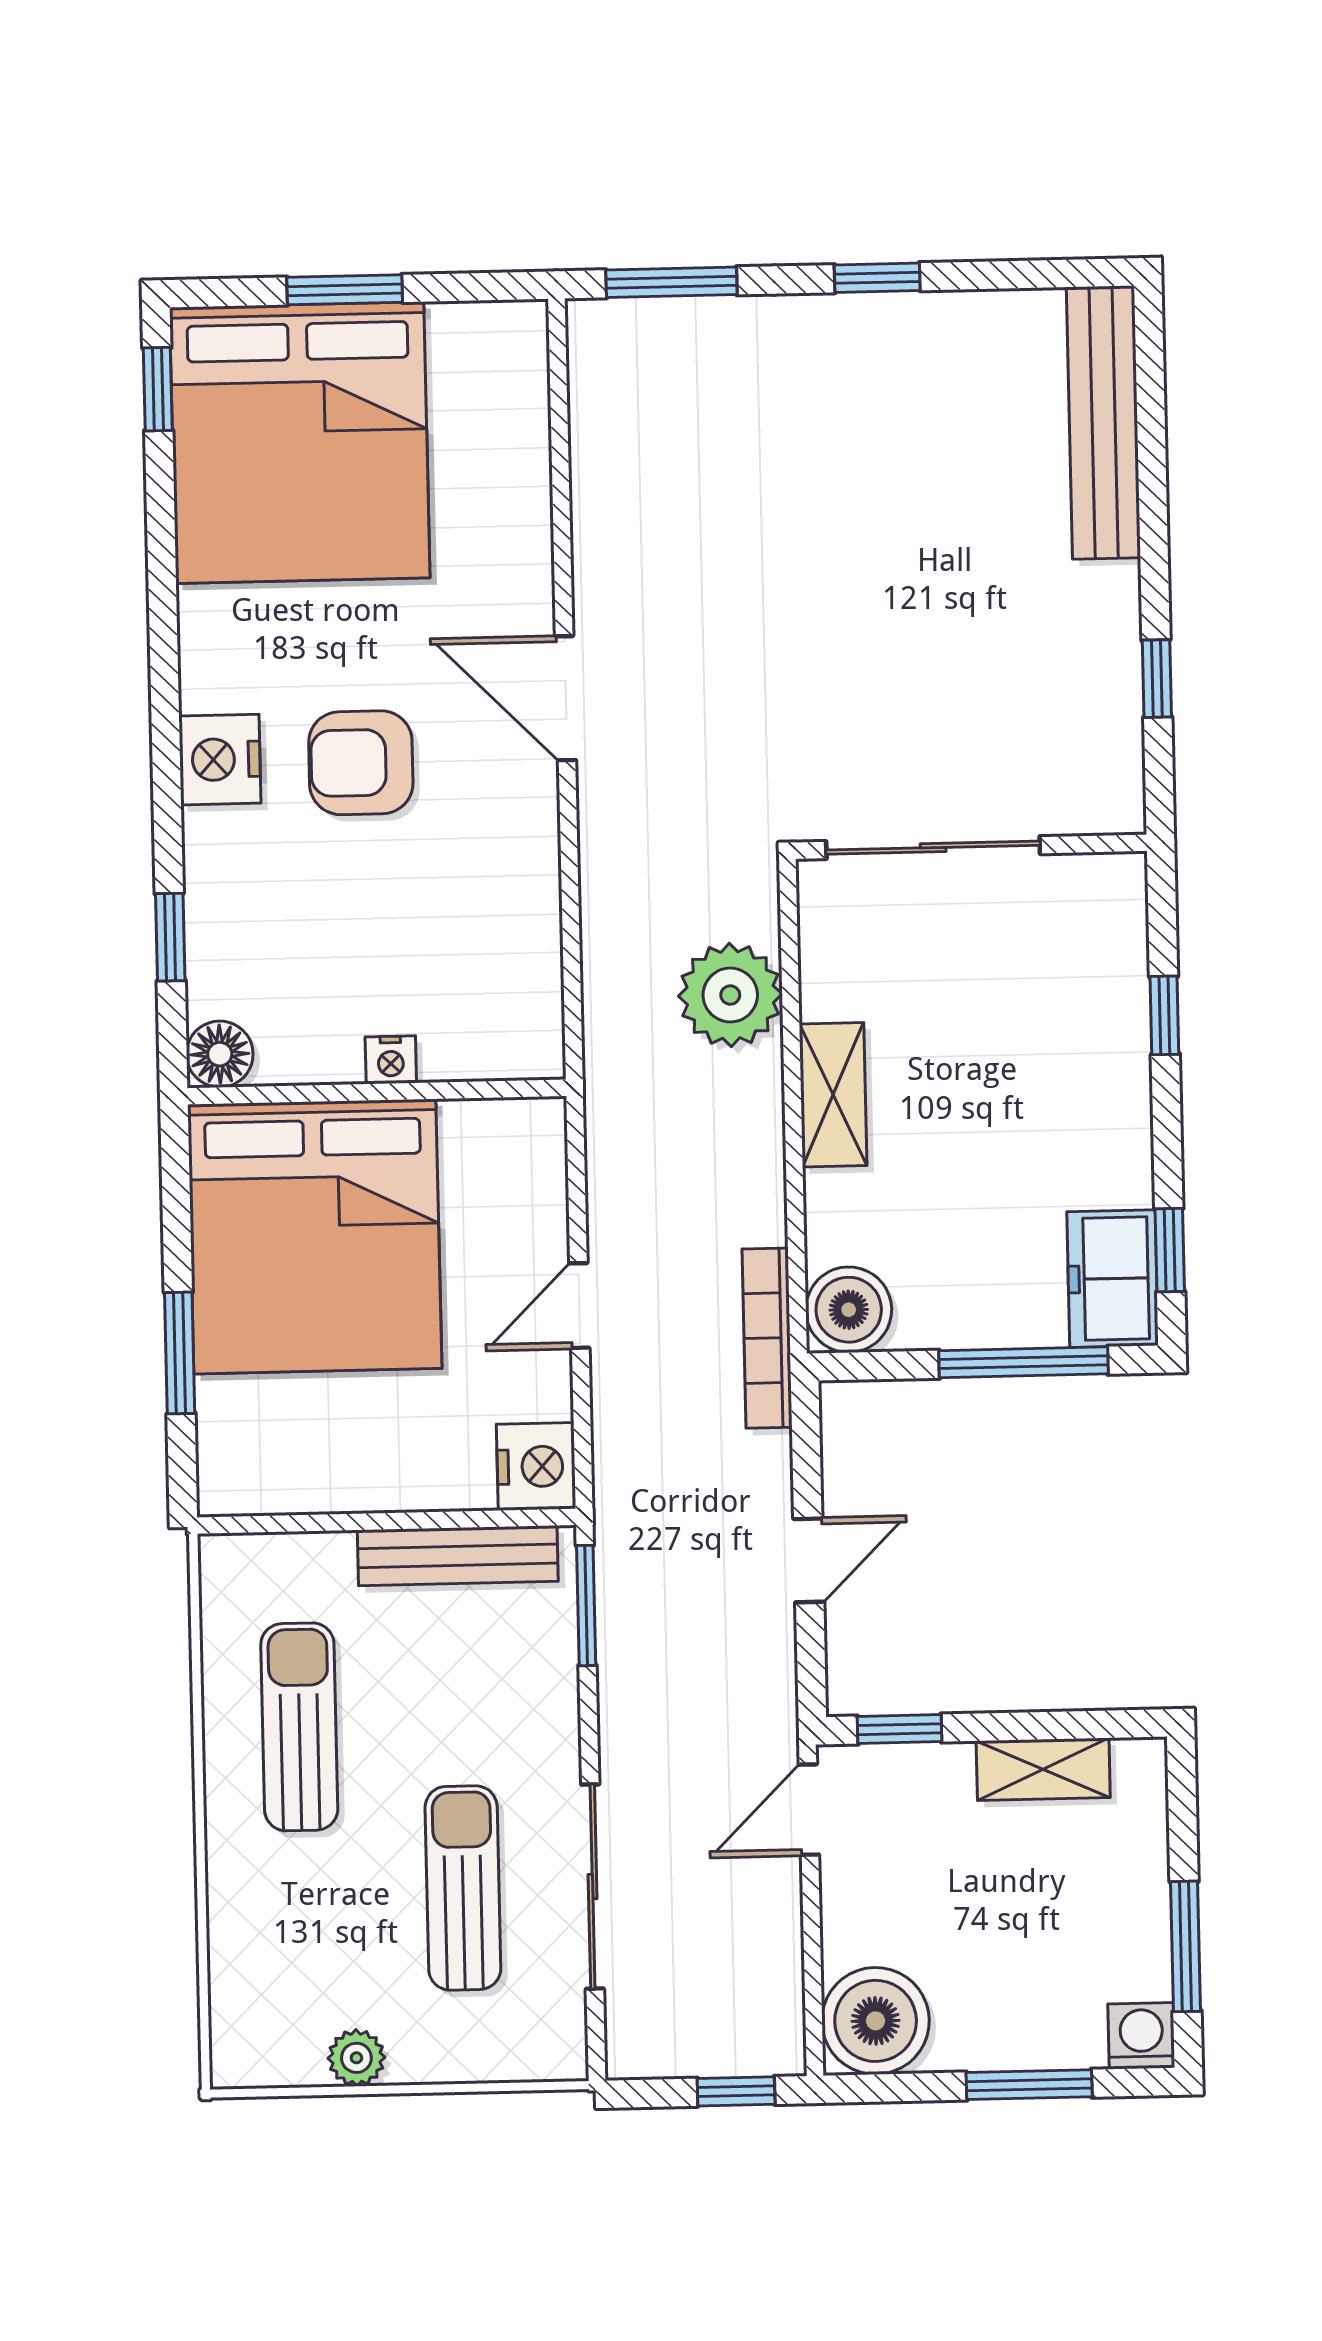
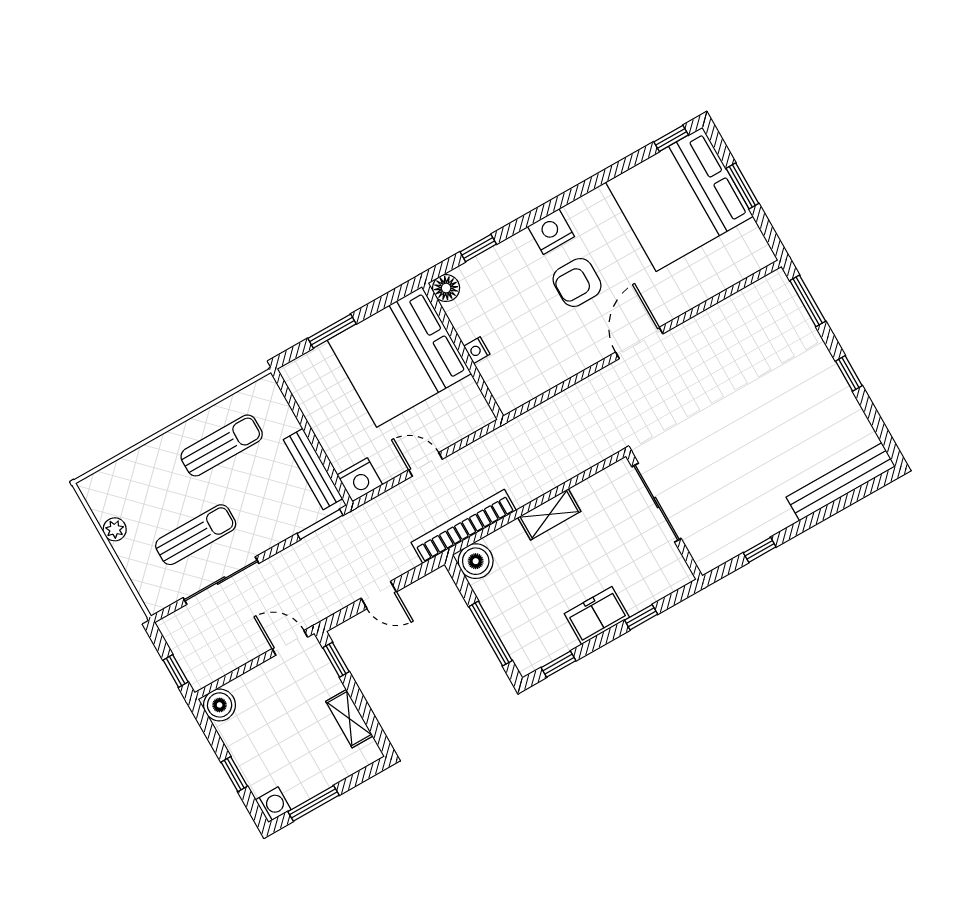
armchair: (361, 763) -> (577, 282), turned -90
plant: (730, 995) -> (565, 459), removed
freezer: (1113, 1279) -> (597, 615), moved
bookcase: (767, 1338) -> (464, 526), width x1.48, depth x1.31
boiler: (876, 2021) -> (220, 705), width x0.73, depth x0.73
window: (1029, 2085) -> (234, 774), width x0.67

